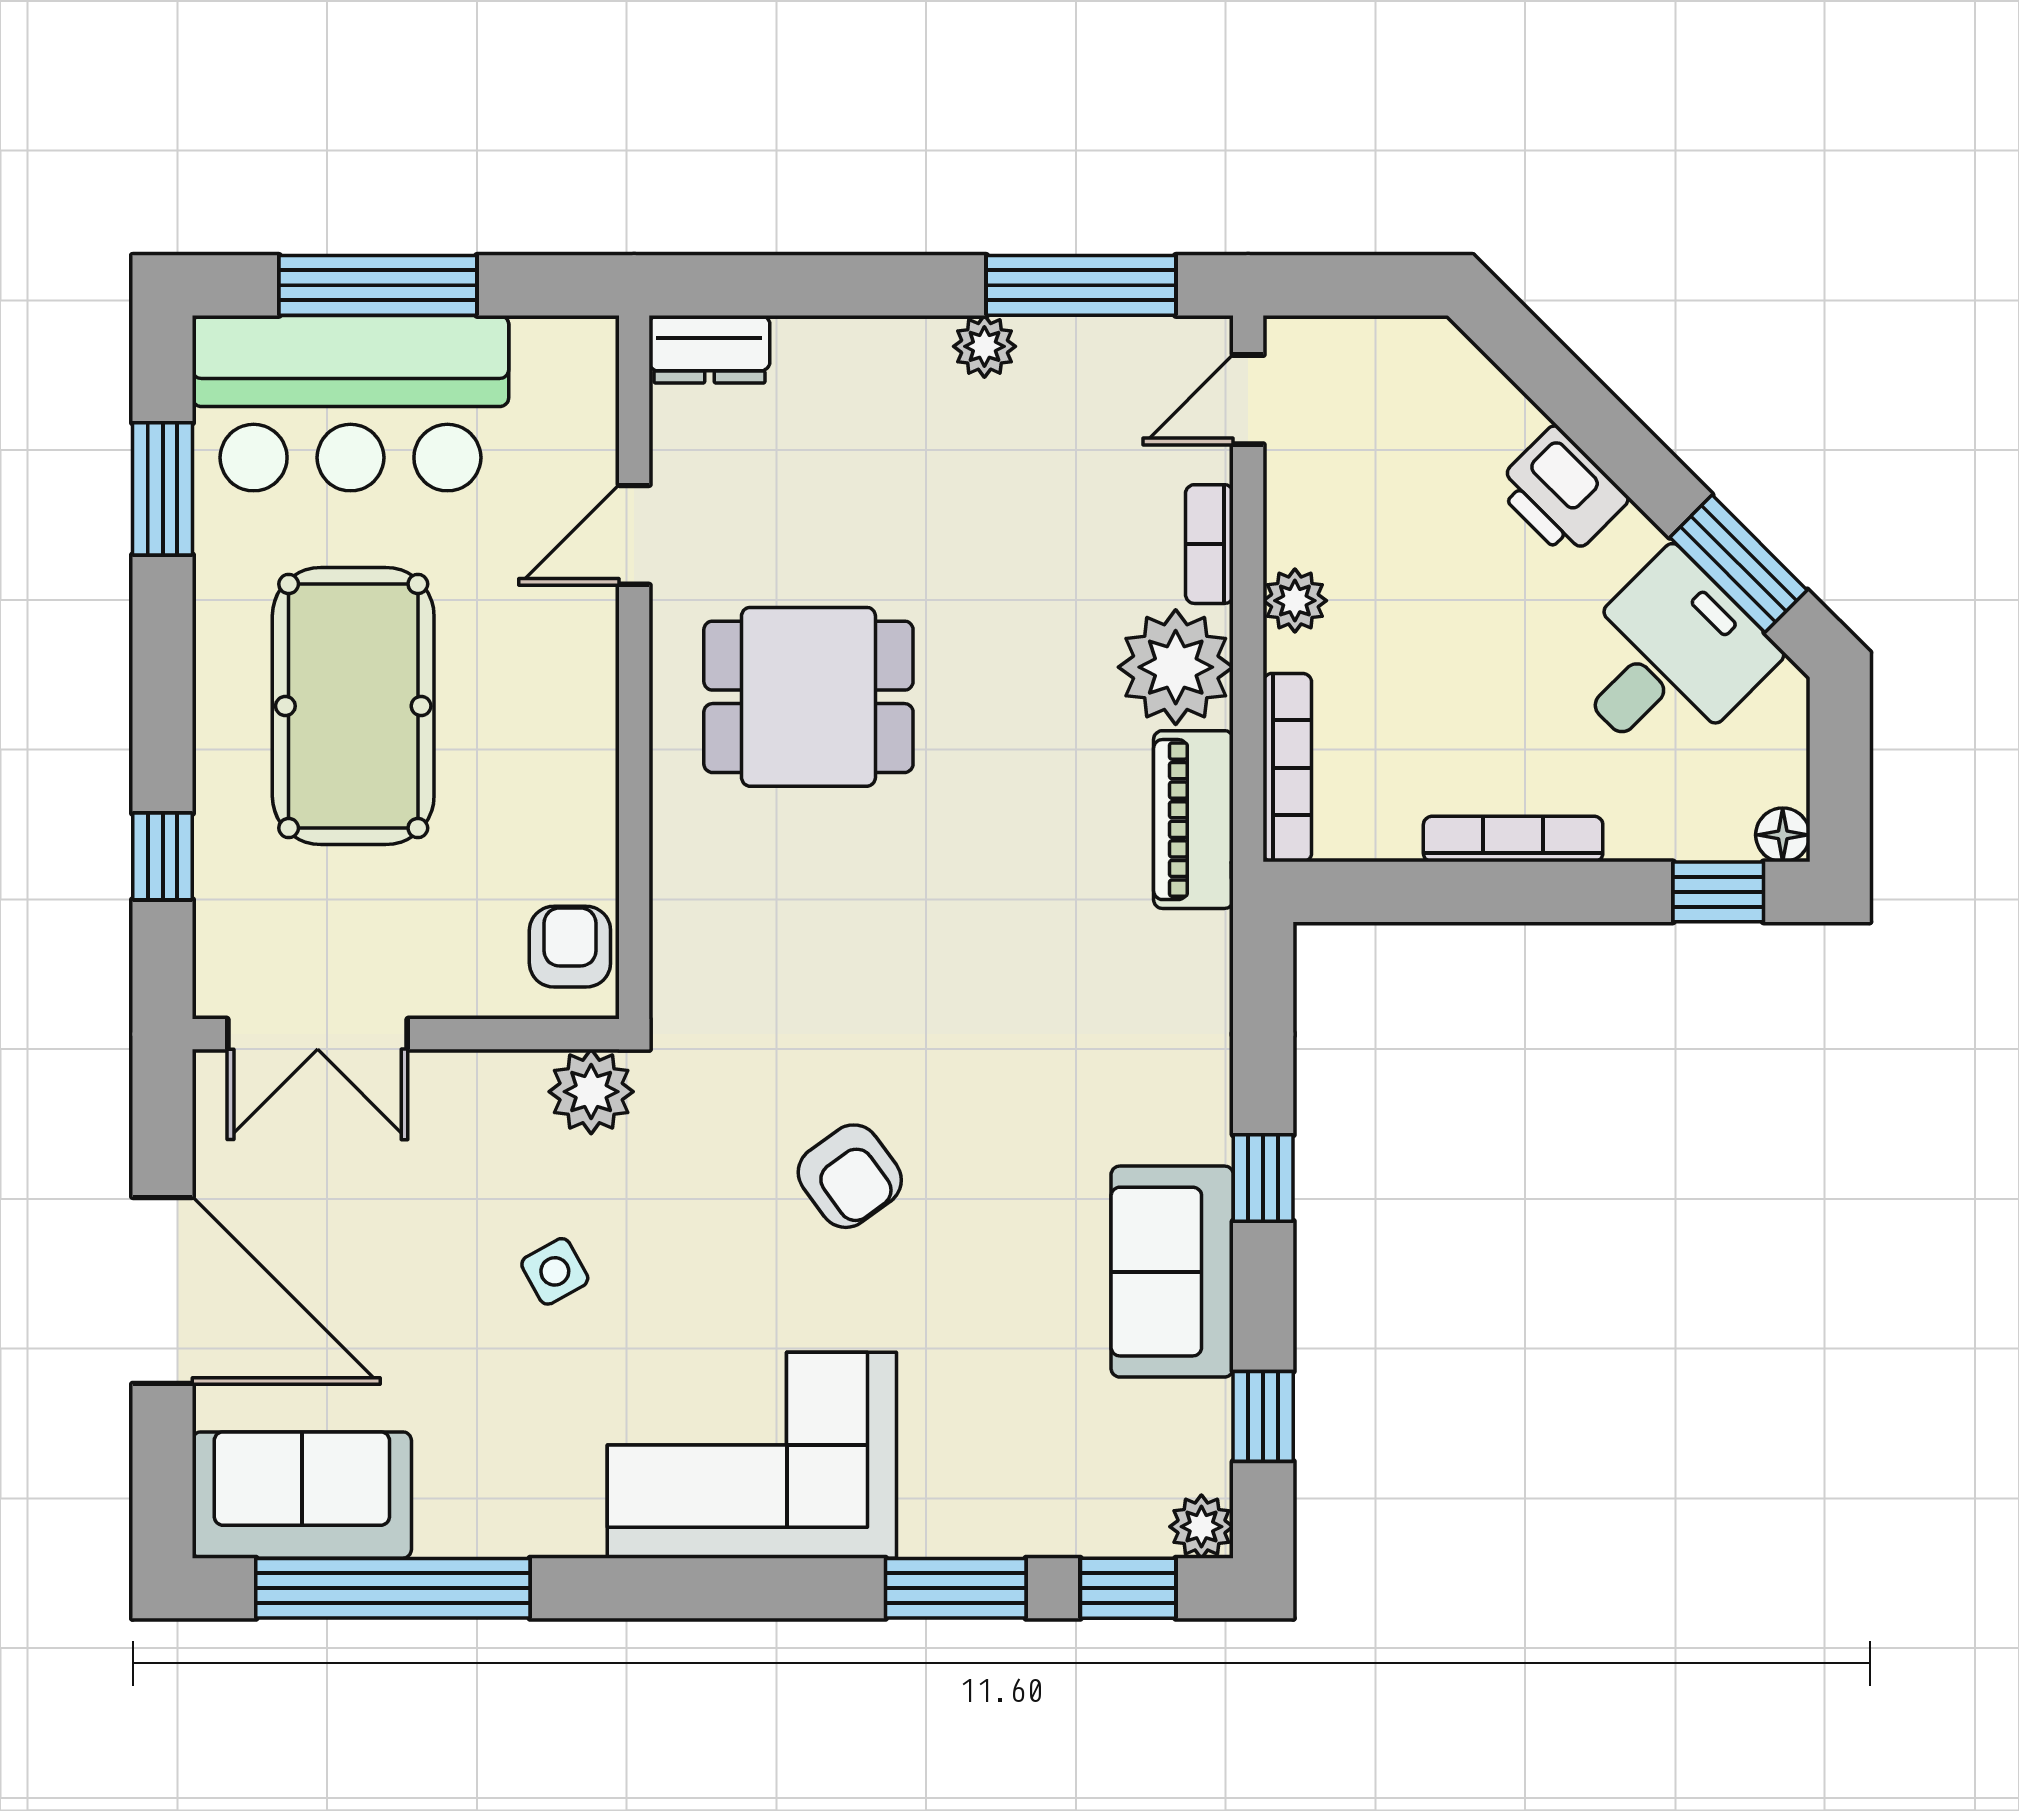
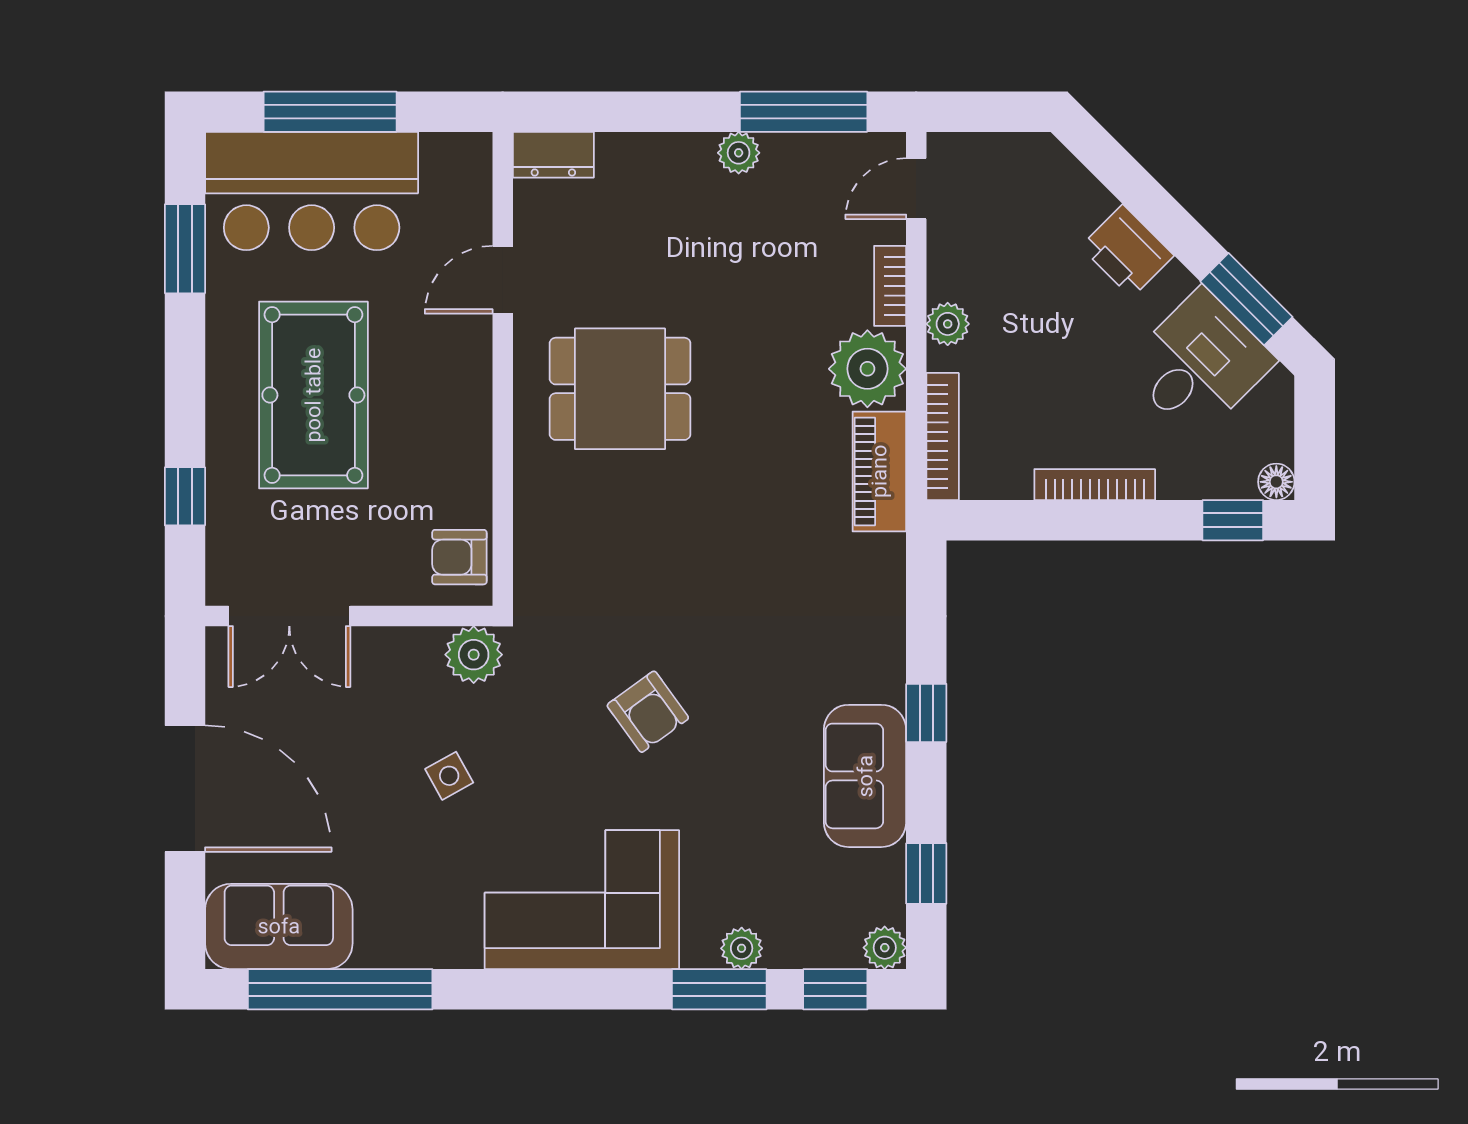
armchair: (570, 947) -> (459, 557), turned -90
plant: (989, 1527) -> (742, 948), added

